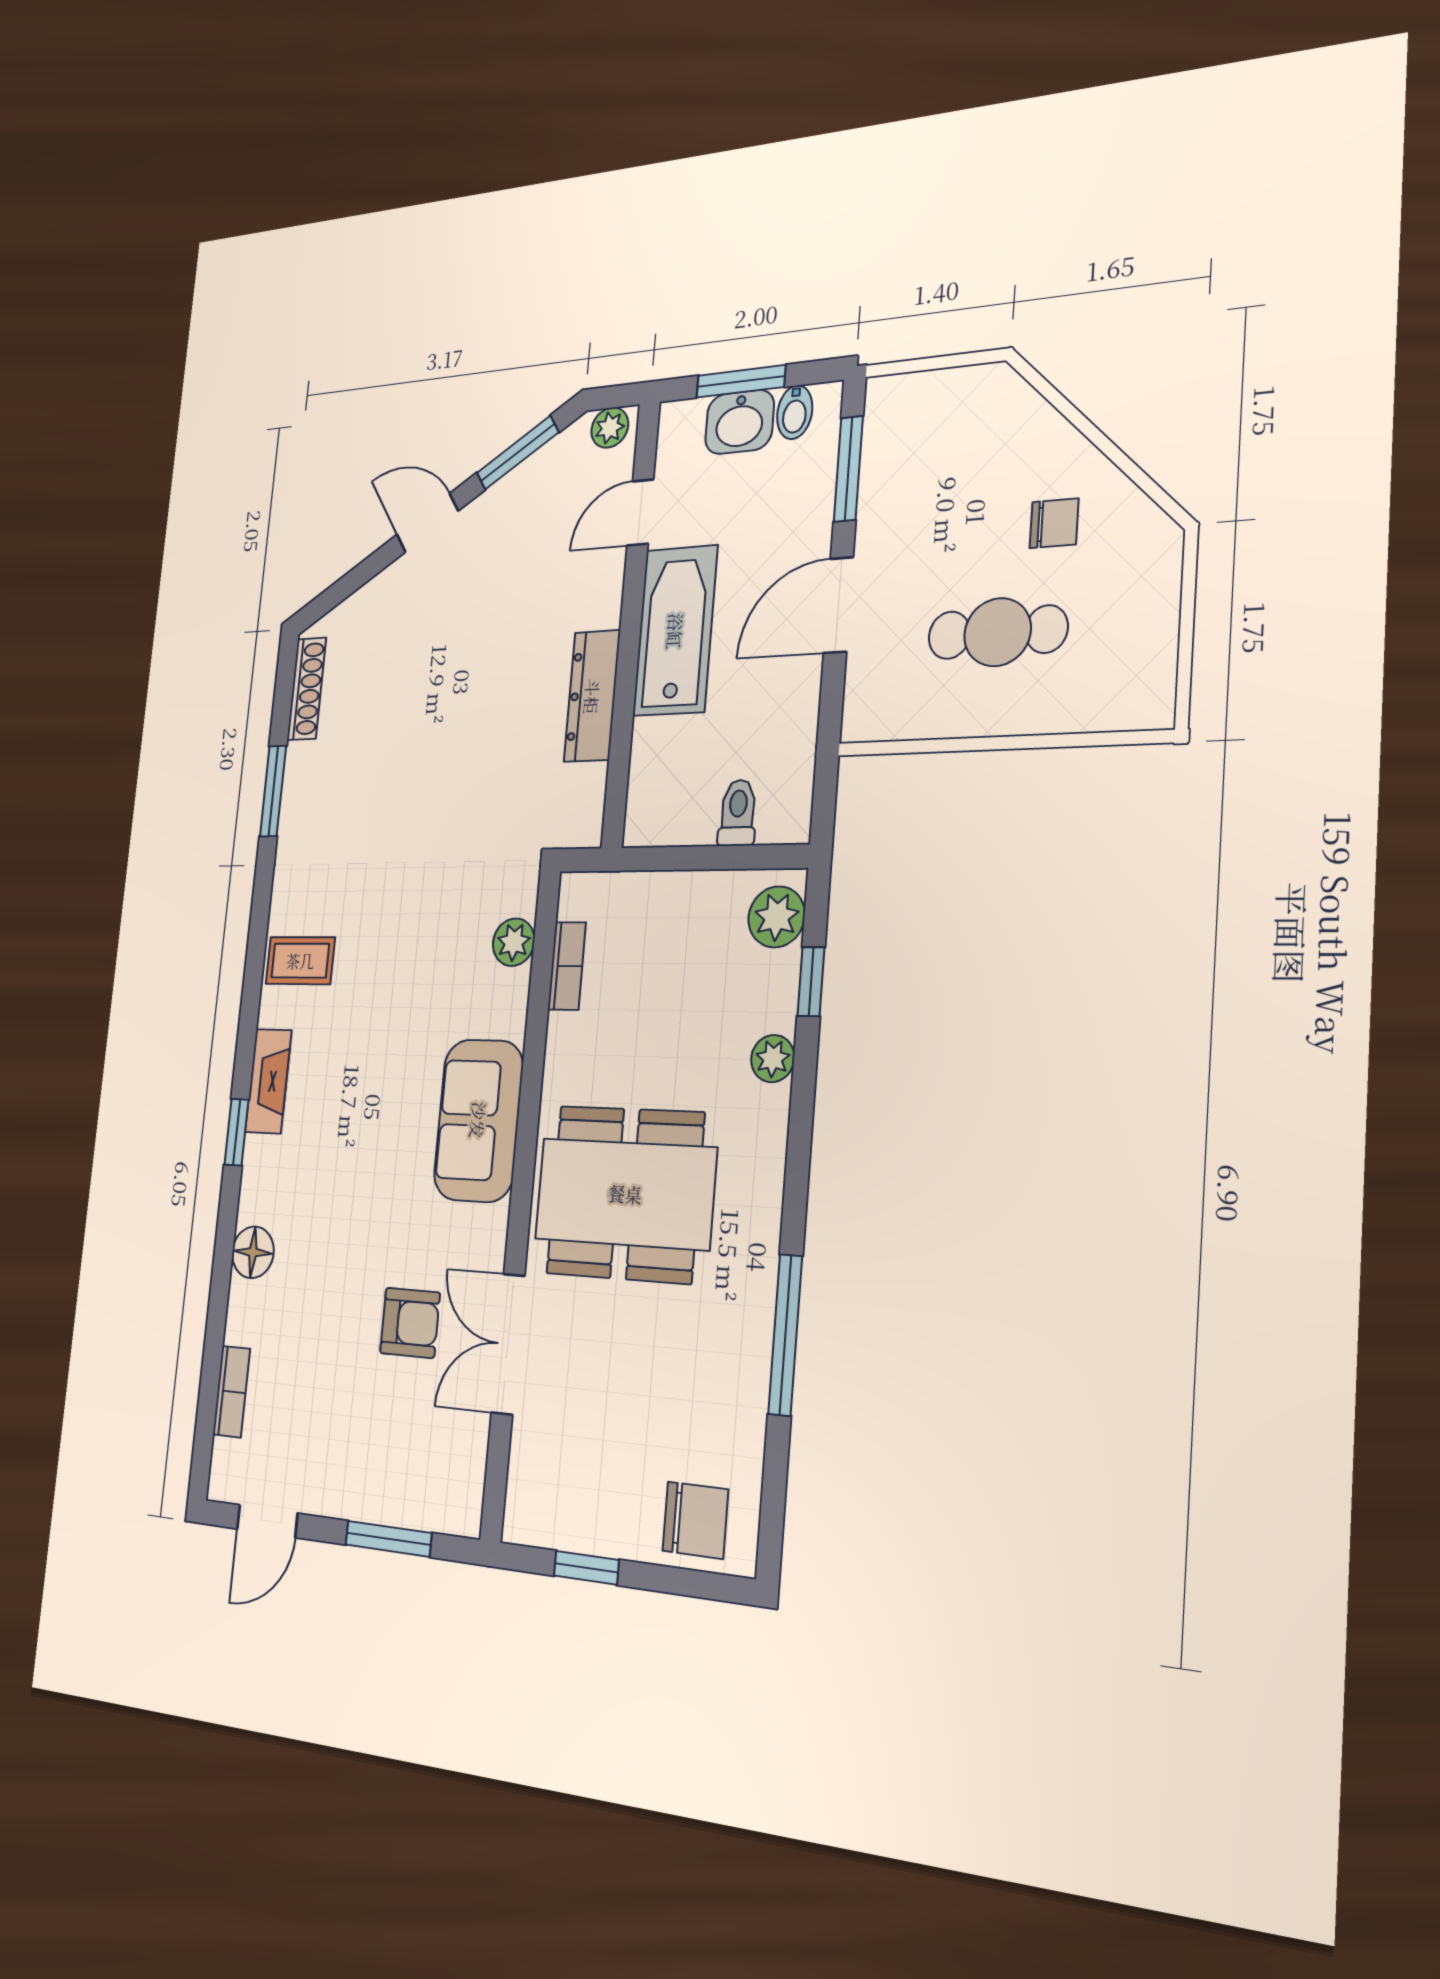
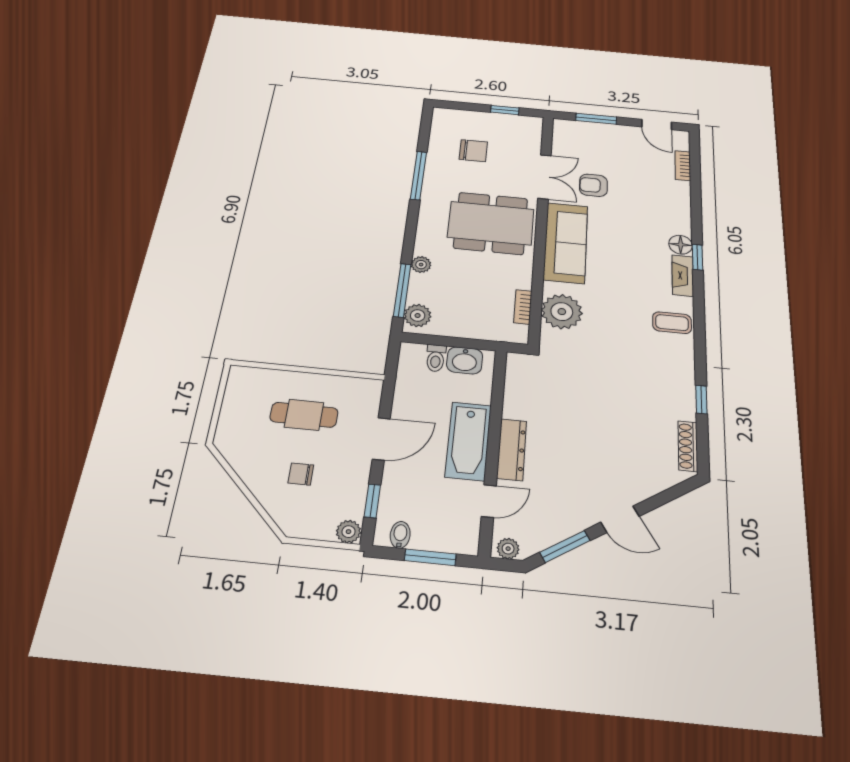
plant: (889, 398) -> (349, 532), added
washbasin: (740, 422) -> (465, 360), moved, turned 180
window: (848, 469) -> (372, 501), width x0.67
chair: (1054, 523) -> (301, 474), moved
dresser: (592, 696) -> (512, 450), moved
window: (273, 791) -> (701, 399), width x0.67
plant: (514, 942) -> (562, 312), width x1.88, depth x1.88
window: (811, 982) -> (402, 290), width x2.17
sofa: (478, 1120) -> (566, 243), width x1.36
floor lamp: (253, 1252) -> (681, 245), moved
chair: (695, 1520) -> (473, 151), moved, turned 180
door: (267, 1521) -> (657, 124), swing flipped

